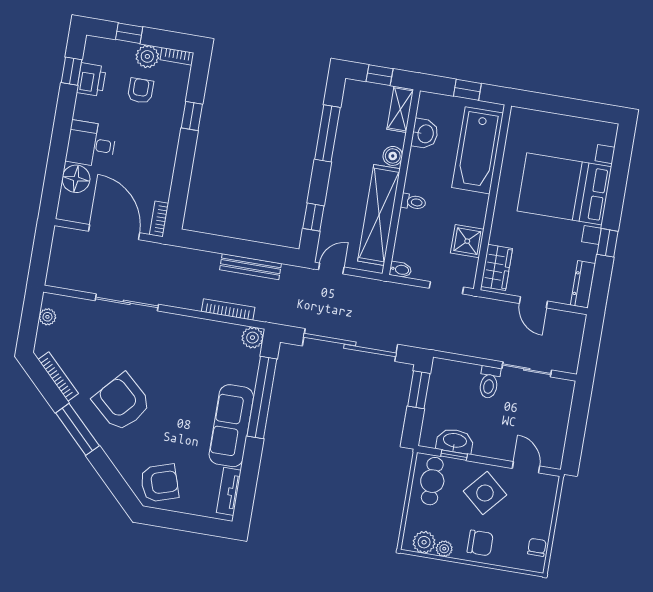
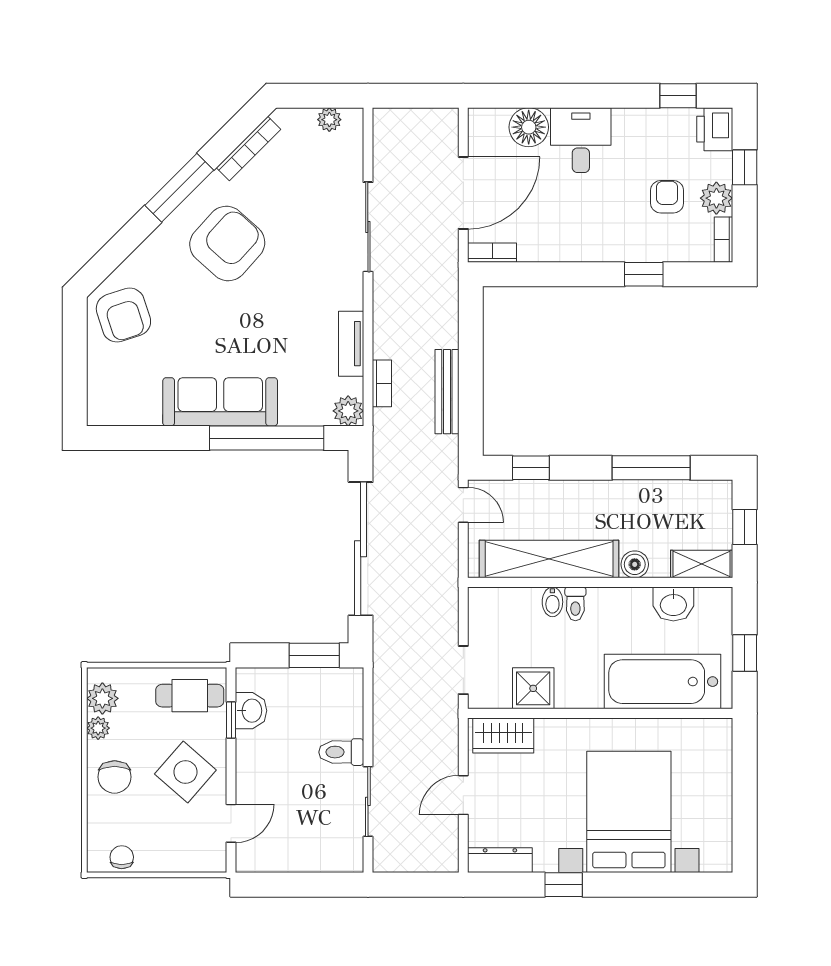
printer: (91, 80) -> (715, 129), moved, turned 90
armchair: (141, 91) -> (667, 197), turned -90
bidet: (401, 270) -> (552, 602), moved
bookcase: (228, 309) -> (382, 383), width x0.64
washbasin: (455, 441) -> (251, 711), width x0.72
tv unit: (229, 491) -> (351, 344), moved, turned -90
chair: (537, 547) -> (122, 857), turned -90

